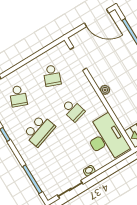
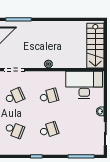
school desk: (52, 76) -> (15, 96), turned -45
school desk: (39, 131) -> (49, 130), width x0.54

